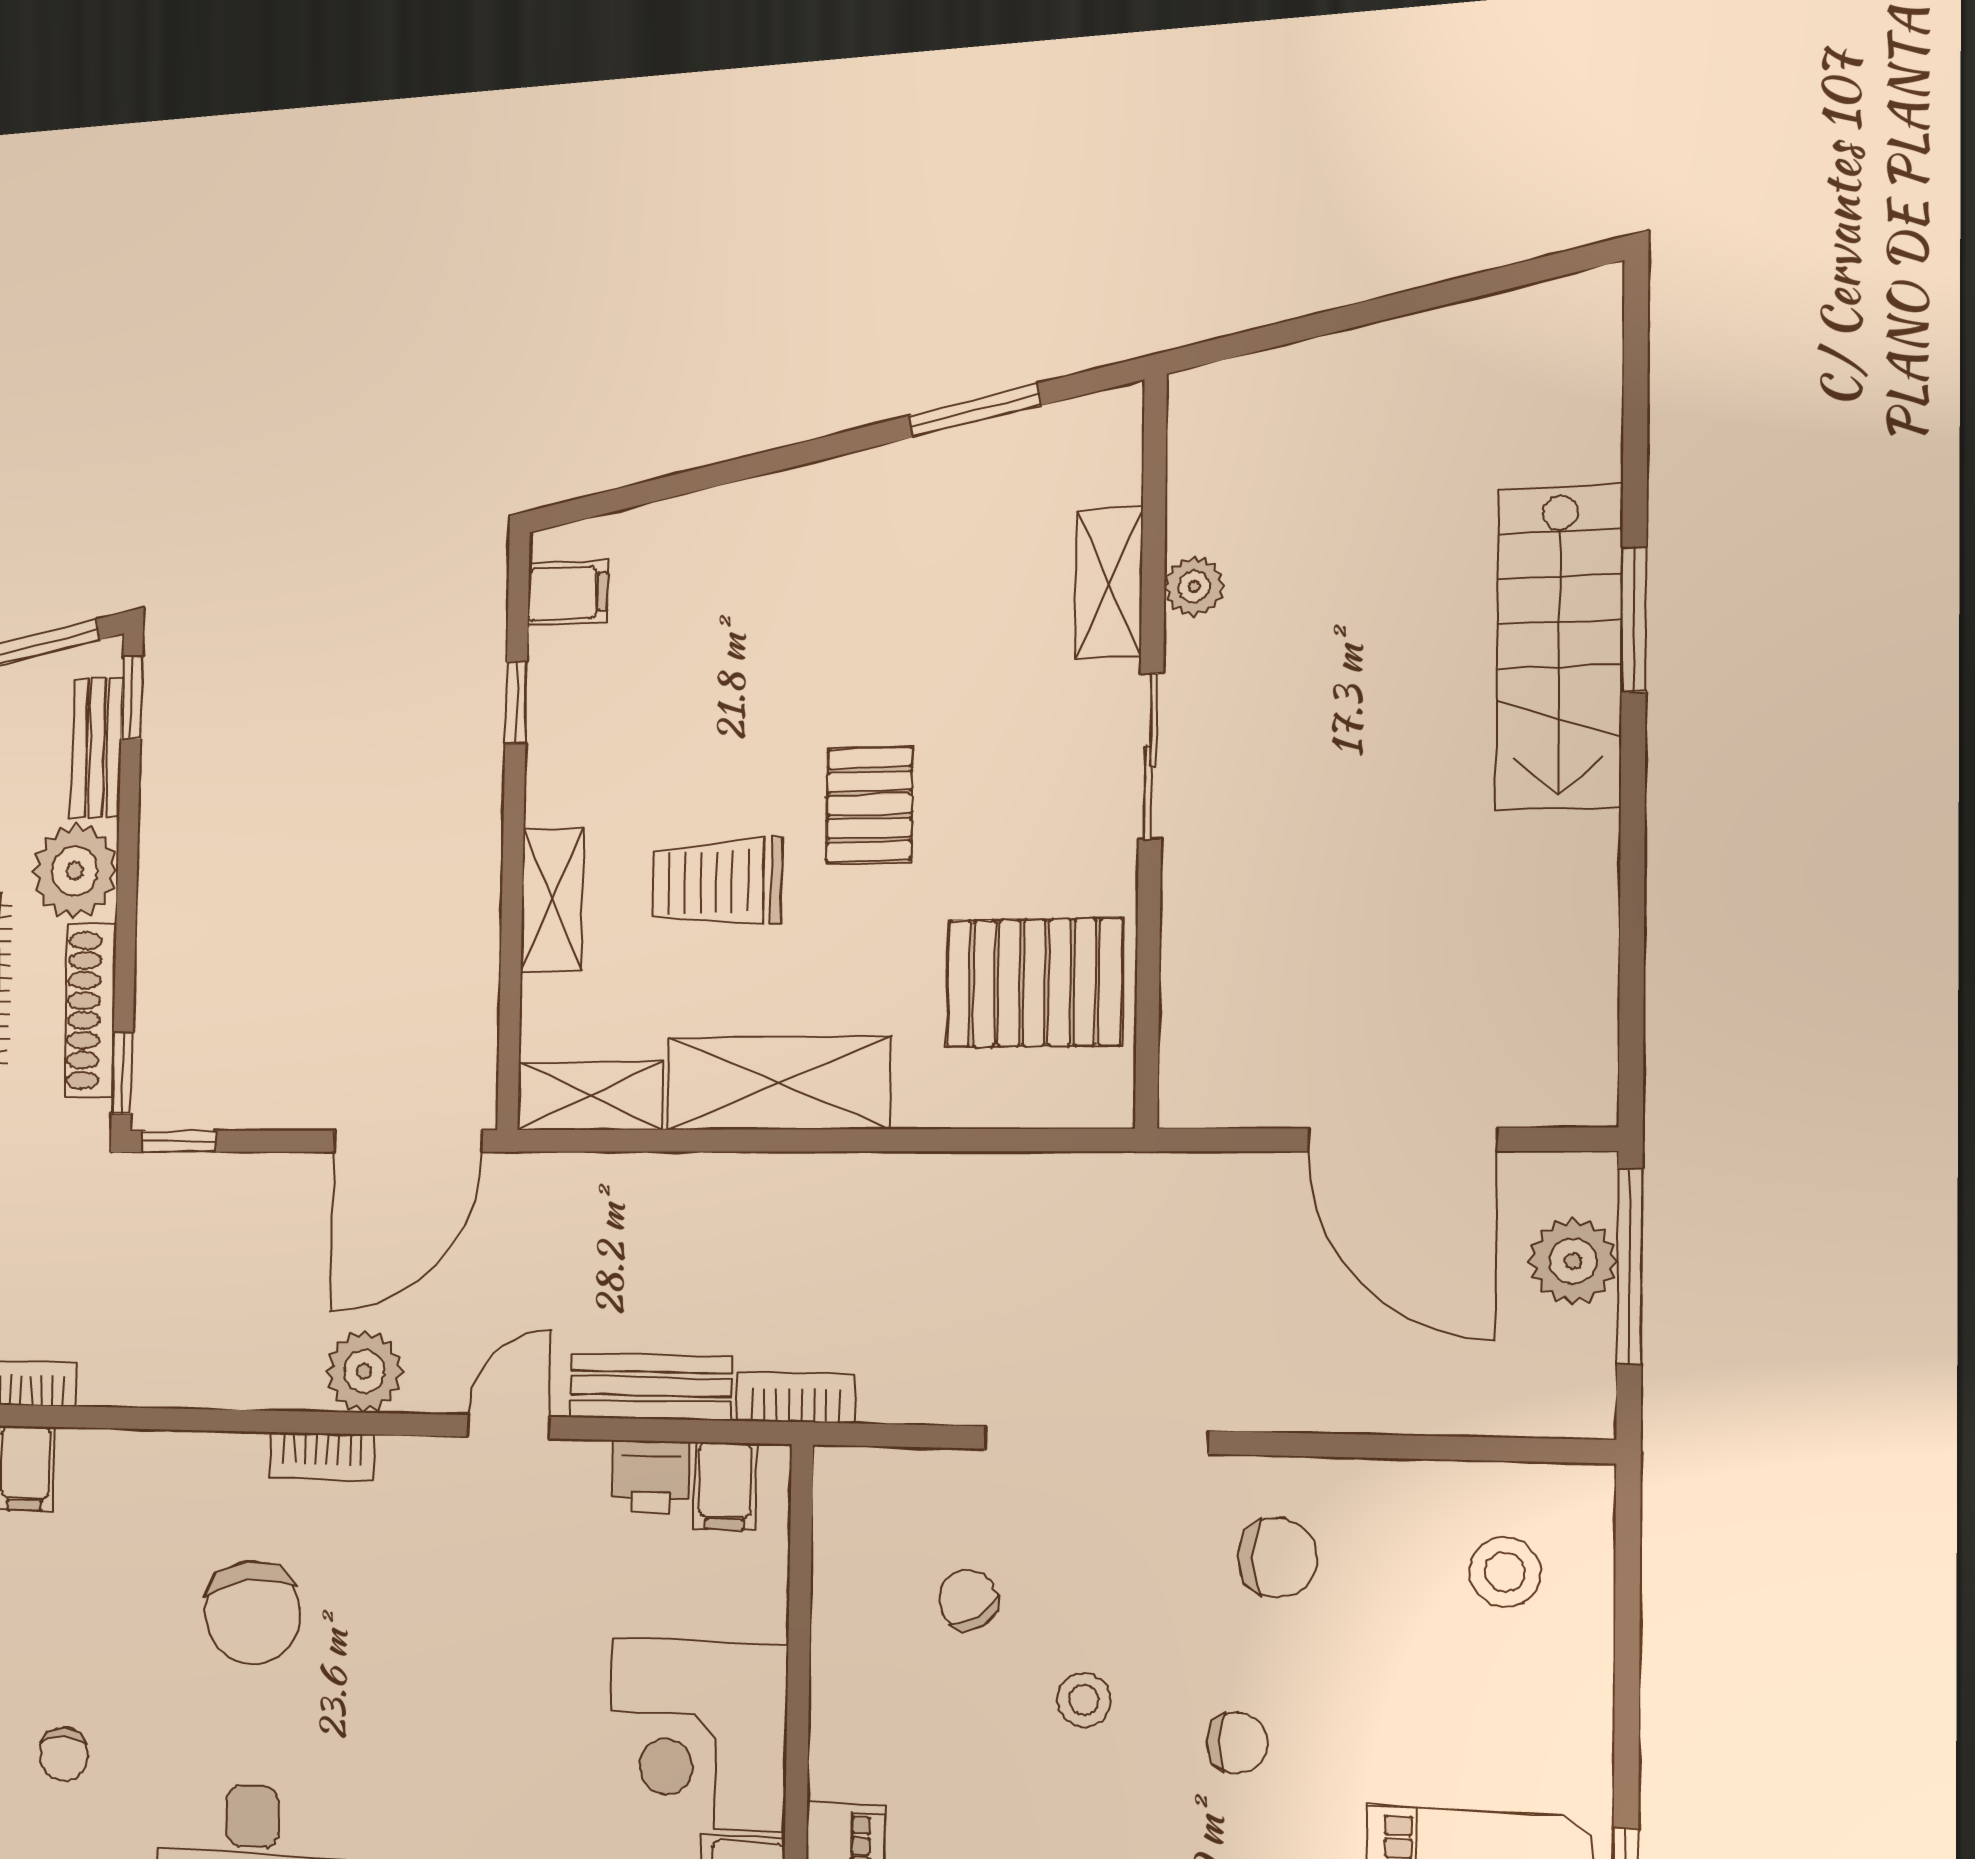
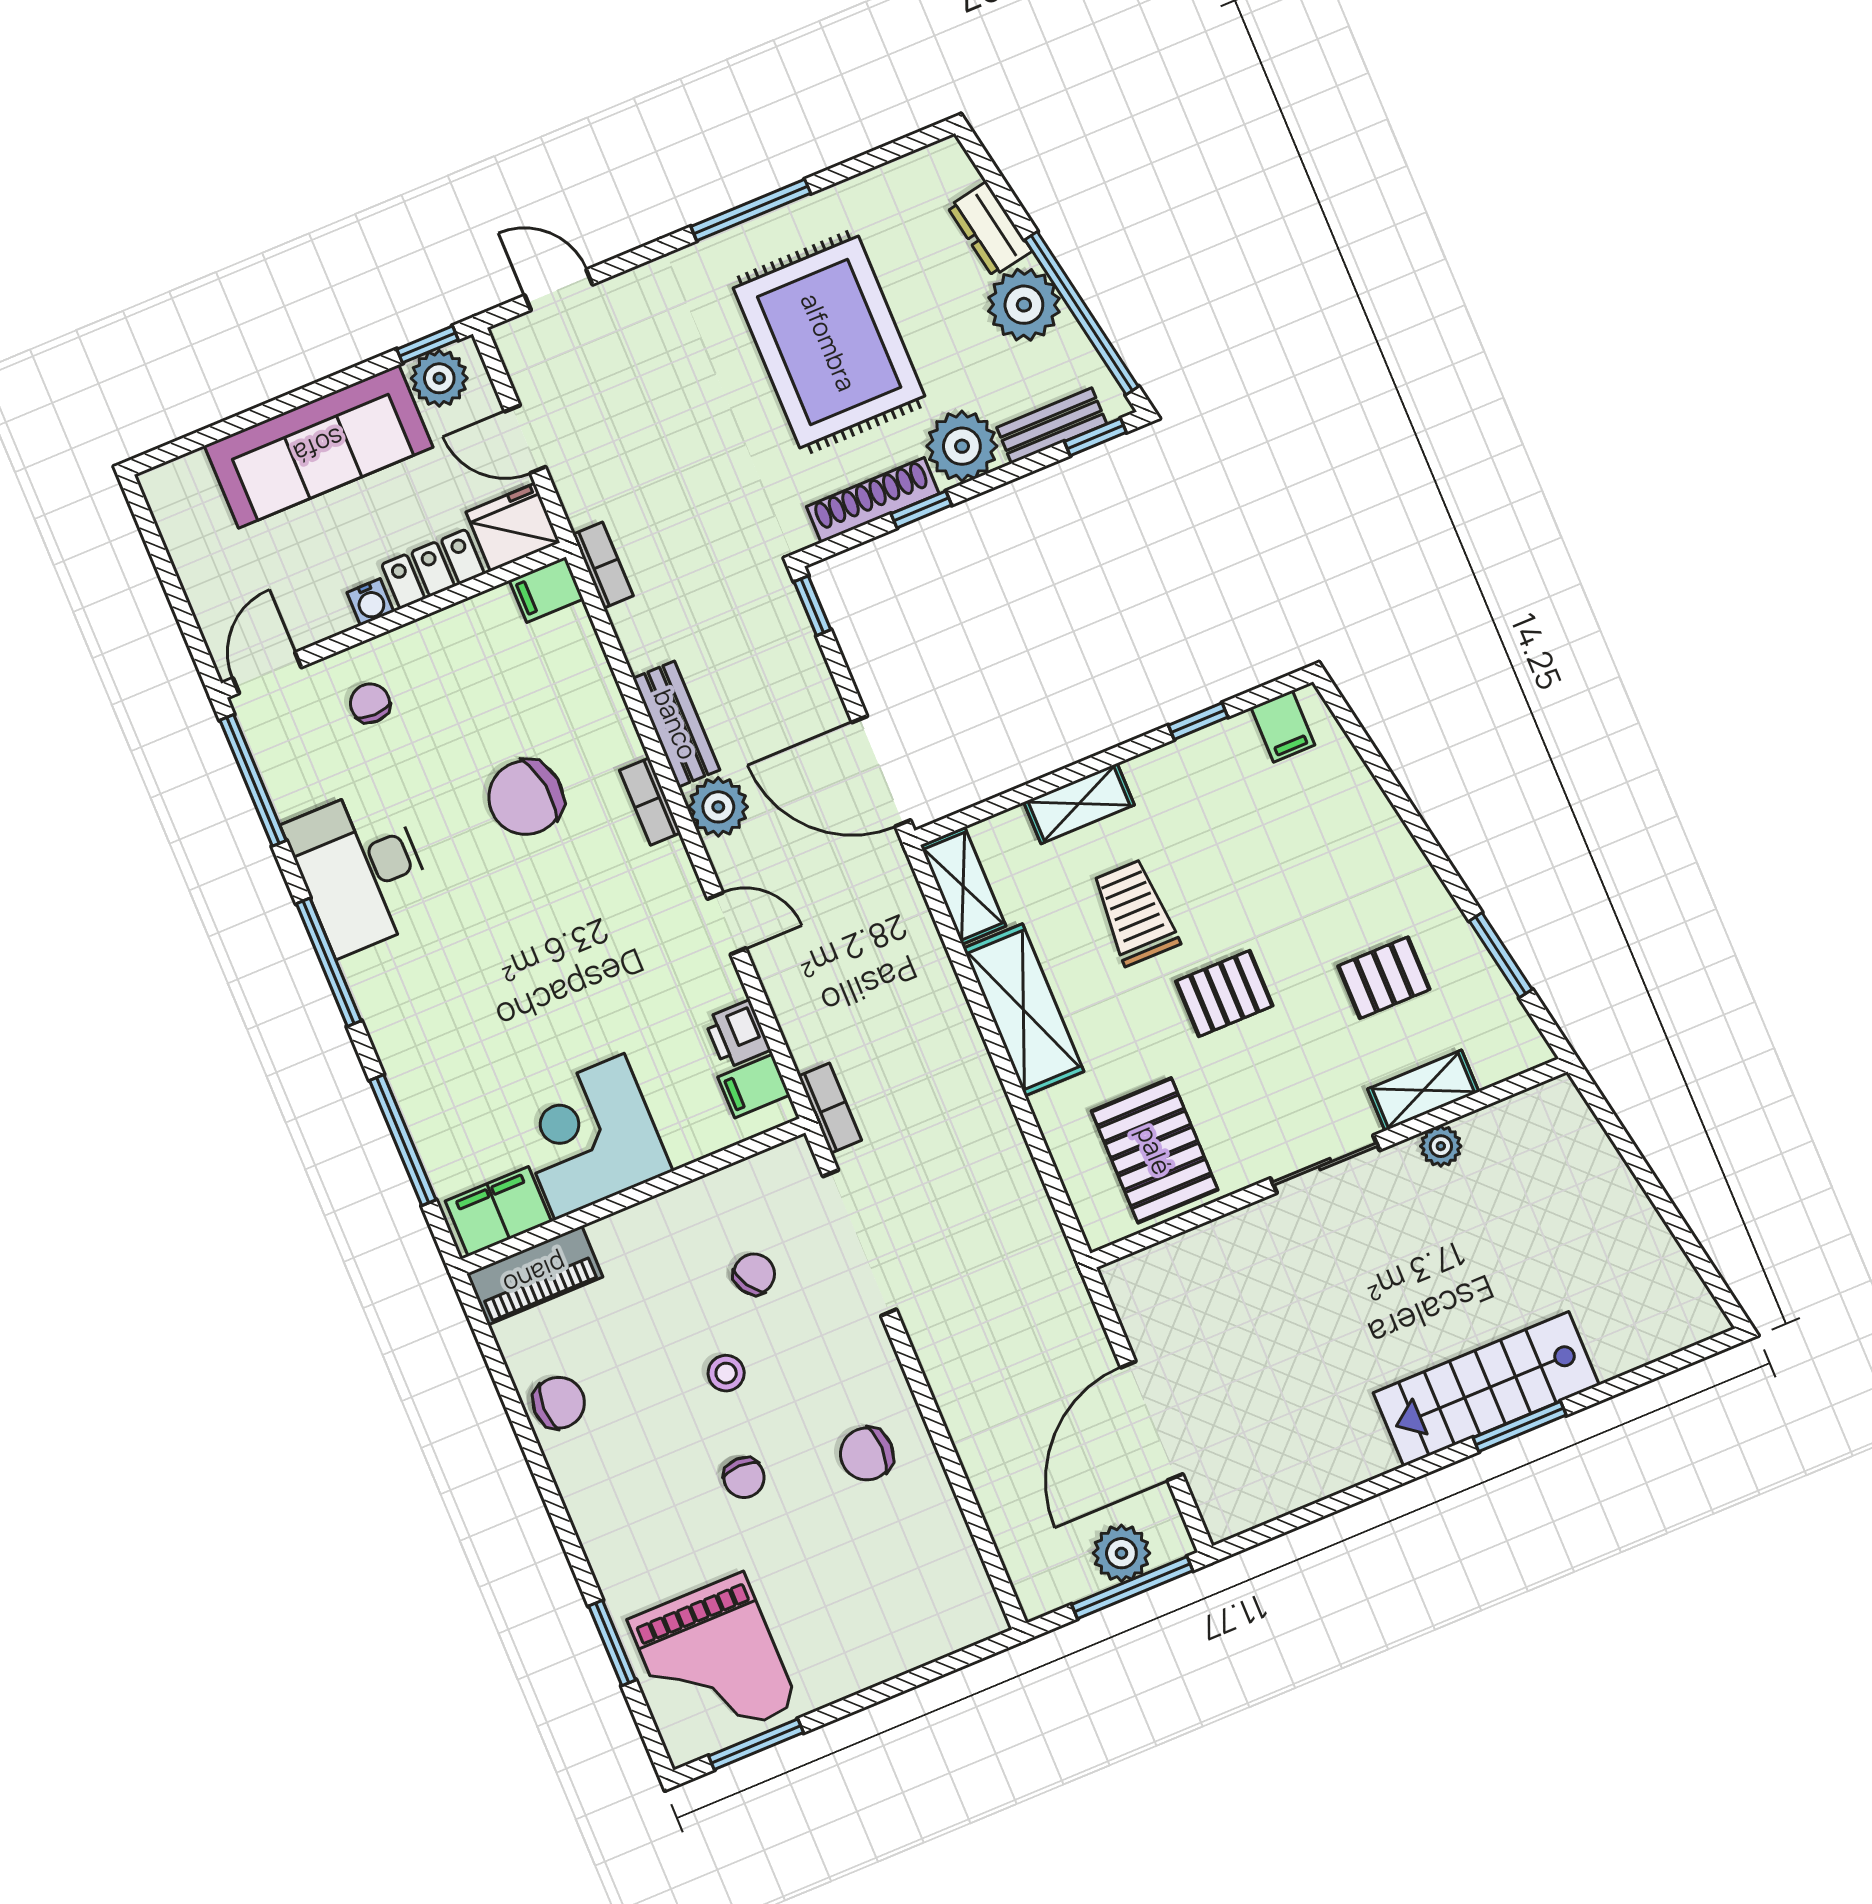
pallet: (939, 580) -> (1384, 978), added
window: (122, 1073) -> (921, 509), moved
bench: (651, 1387) -> (676, 724), moved
doorway: (1095, 1440) -> (860, 1243), moved
chair: (1277, 1558) -> (867, 1454), turned 90
stool: (1505, 1572) -> (919, 1592), removed
chair: (64, 1754) -> (370, 703), turned 90

